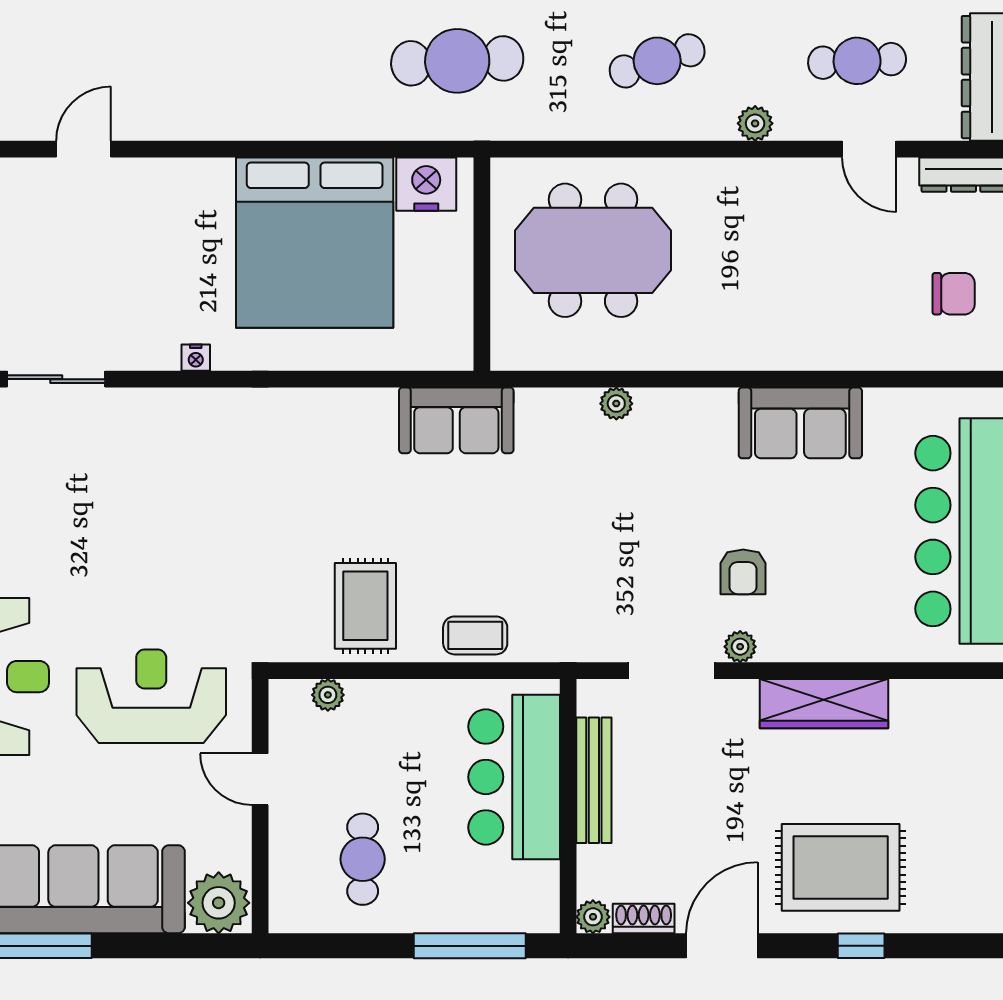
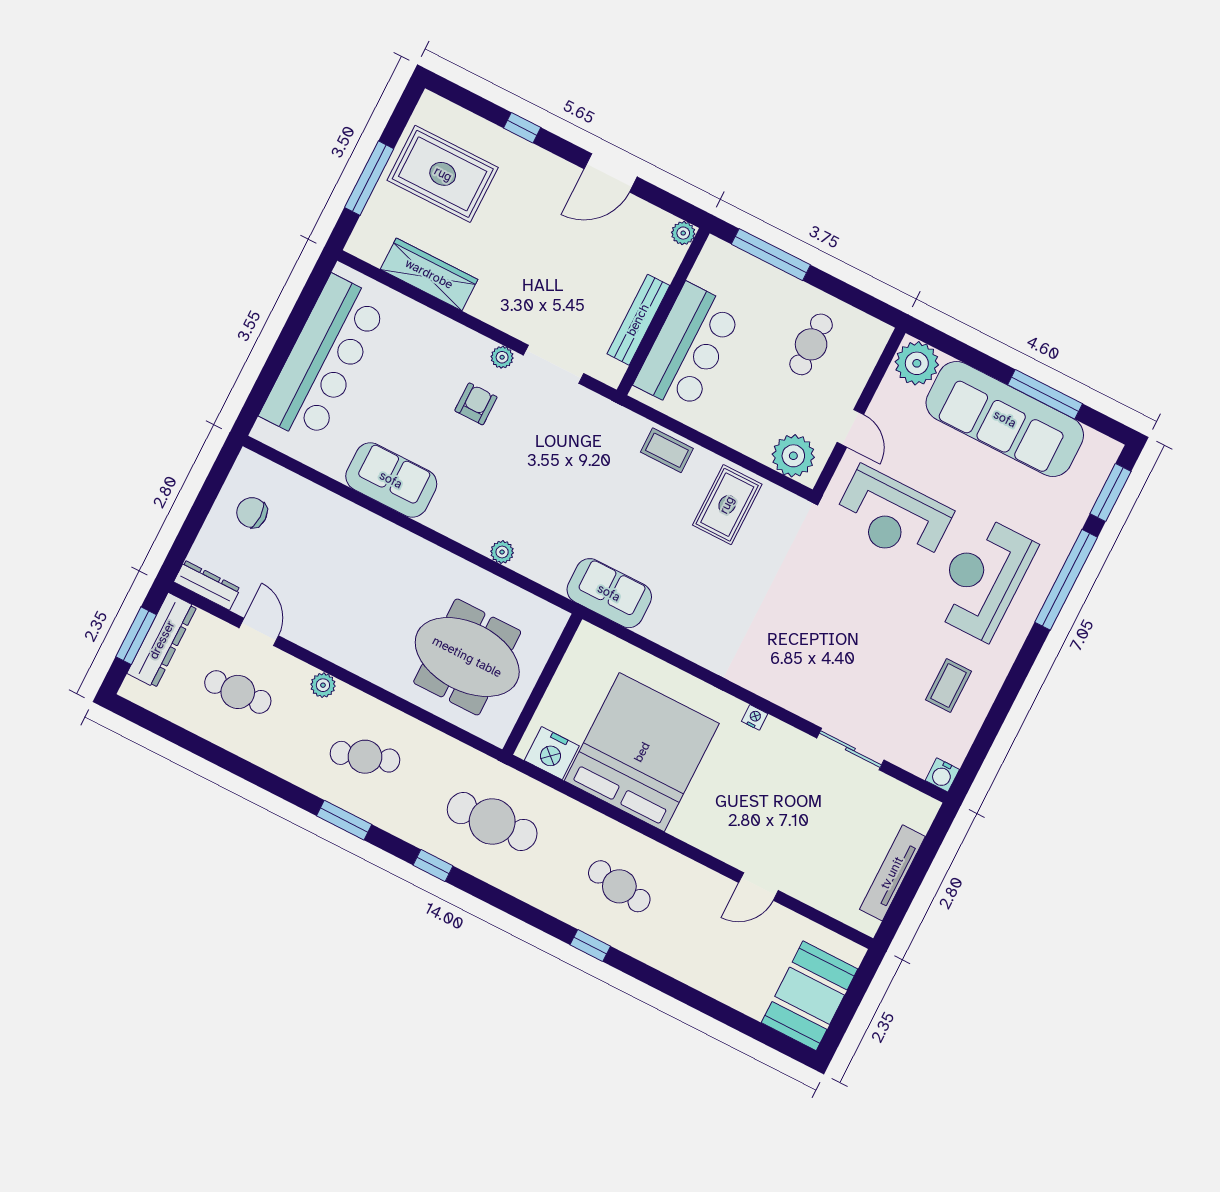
cafe table: (257, 61) -> (619, 886), added
plant: (328, 695) -> (793, 456), width x1.88, depth x1.88
wardrobe: (824, 704) -> (429, 274), moved
rug: (841, 867) -> (443, 174), moved
shoe rack: (644, 919) -> (652, 216), removed

